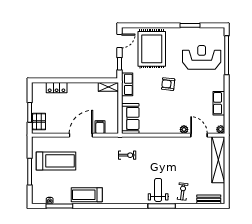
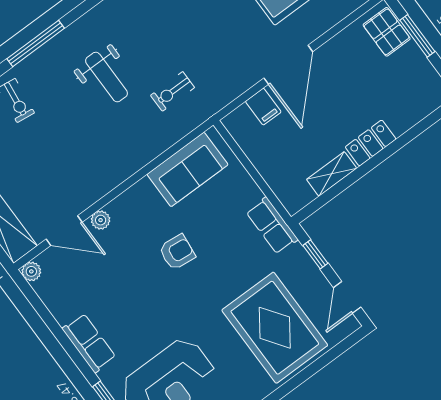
armchair: (168, 84) -> (177, 252), moved
shelving: (108, 87) -> (332, 174), moved
locker: (57, 88) -> (371, 143), moved
row of seats: (219, 103) -> (89, 343), moved
sofa: (130, 118) -> (187, 169), moved, turned -90
weight bench: (158, 190) -> (107, 77), moved

